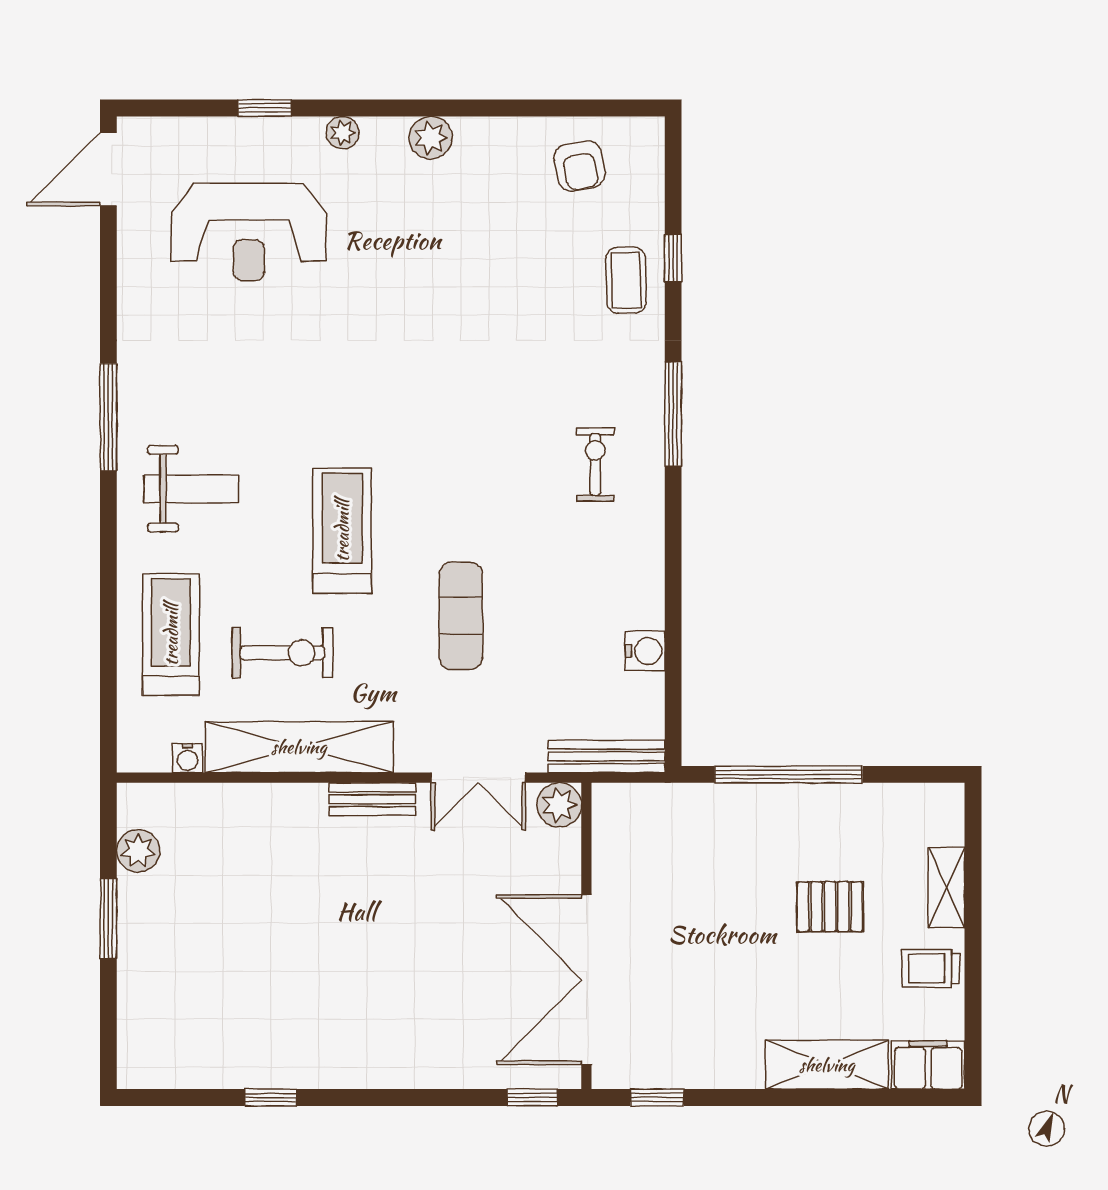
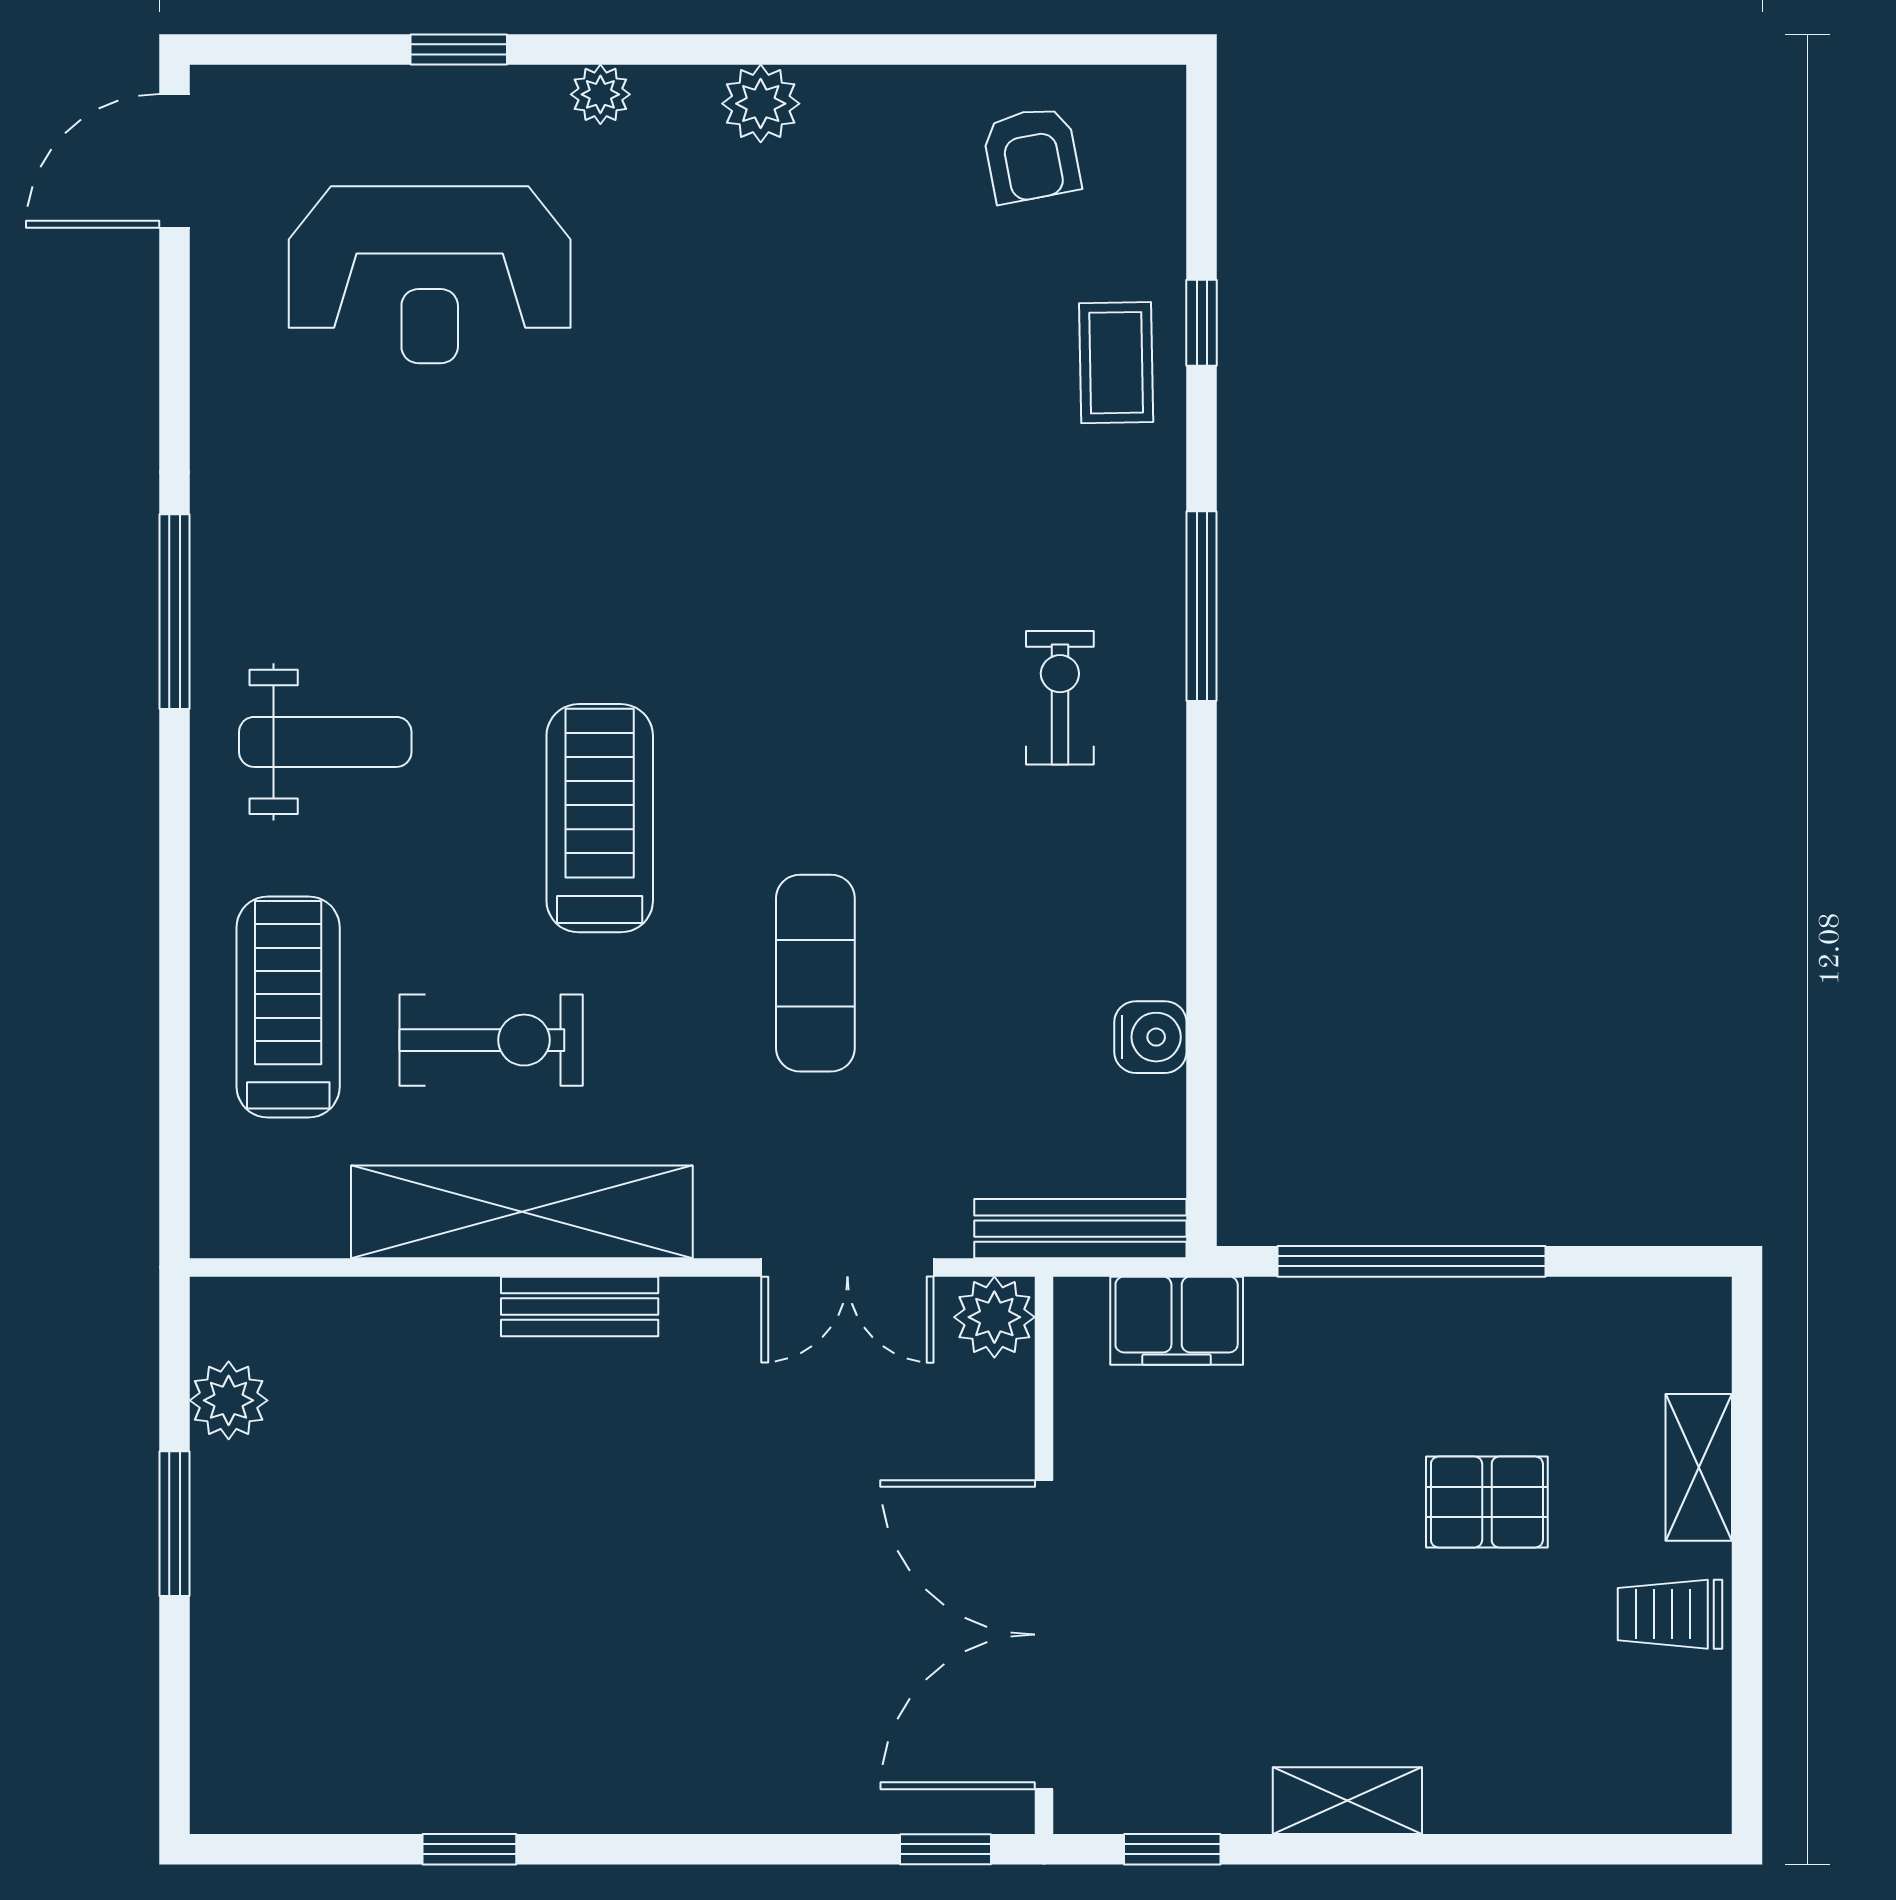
water cooler: (188, 758) -> (318, 1232), removed
bench: (372, 799) -> (580, 1307), moved
shelving: (827, 1065) -> (1347, 1801), moved, width x0.67, depth x0.75
filing cabinet: (928, 1065) -> (1177, 1321), moved, turned 180

